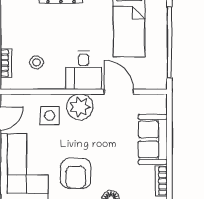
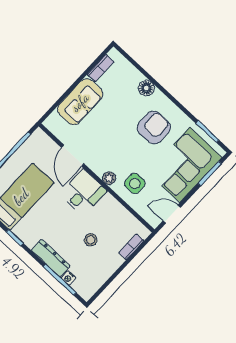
stool: (36, 62) -> (91, 240), moved
plant: (80, 107) -> (109, 178), width x0.53, depth x0.53

